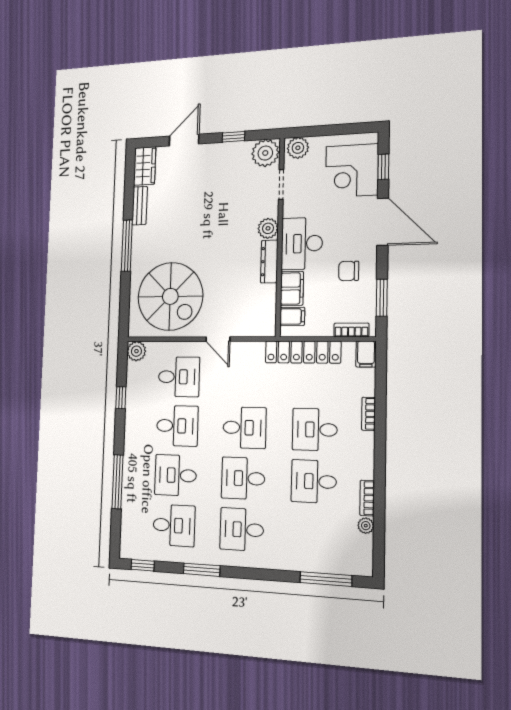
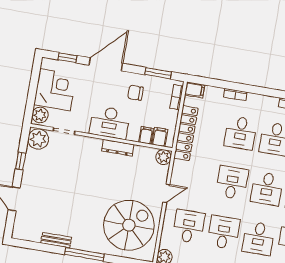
wardrobe: (145, 166) -> (27, 232), removed
corner desk: (352, 171) -> (55, 90), moved, turned -90
plant: (268, 228) -> (163, 157), moved
chair: (349, 271) -> (135, 93), turned 90
filing cabinet: (292, 288) -> (146, 135), width x0.50

